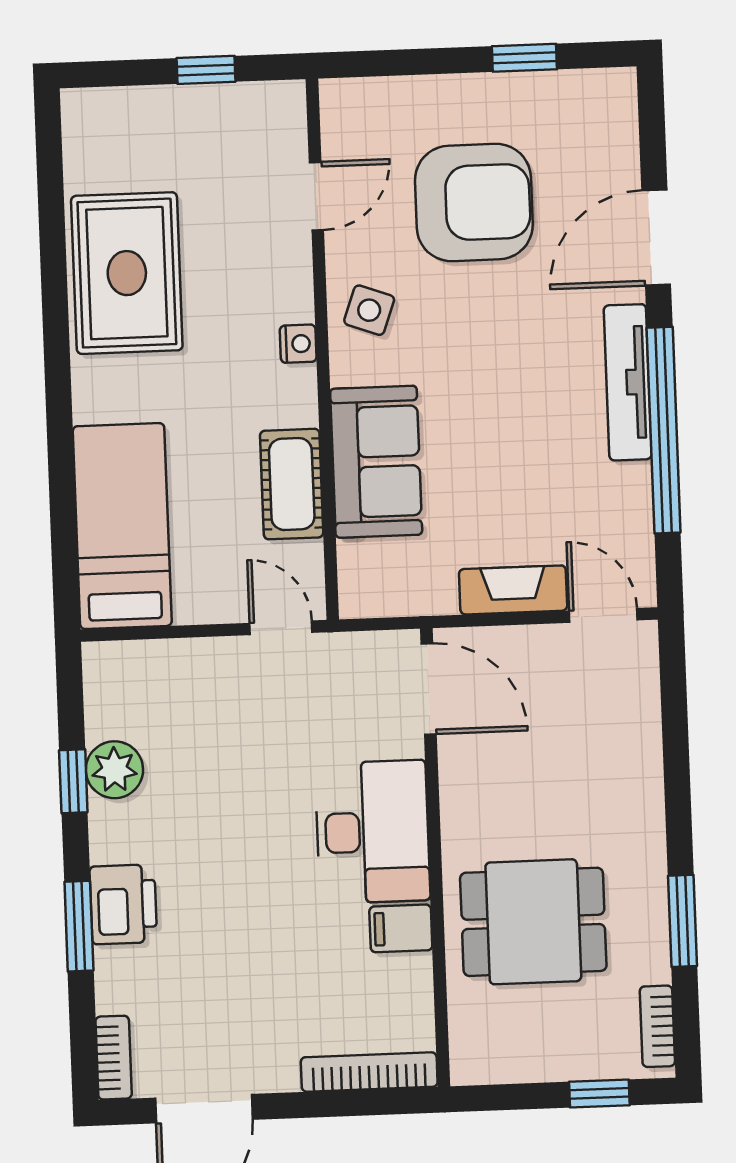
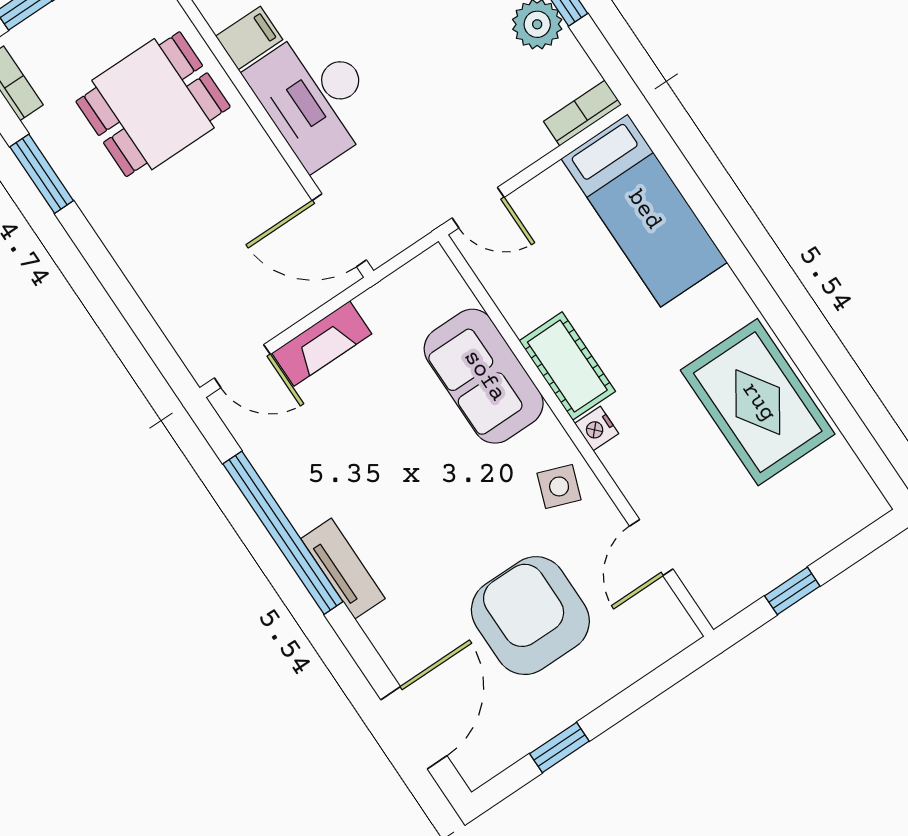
armchair: (474, 203) -> (530, 616), turned 90
door: (656, 238) -> (414, 728), moved
tv unit: (628, 382) -> (343, 569), width x0.71
cot: (292, 484) -> (567, 366), moved
bookcase: (124, 657) -> (582, 113), added

